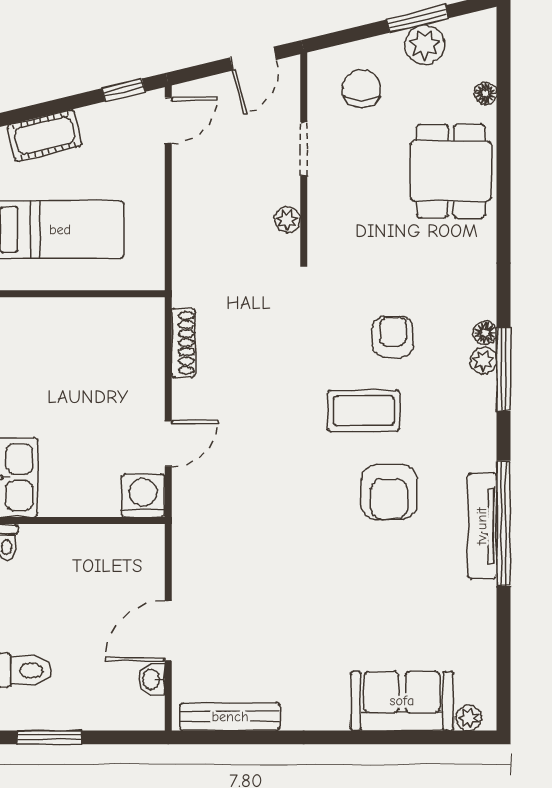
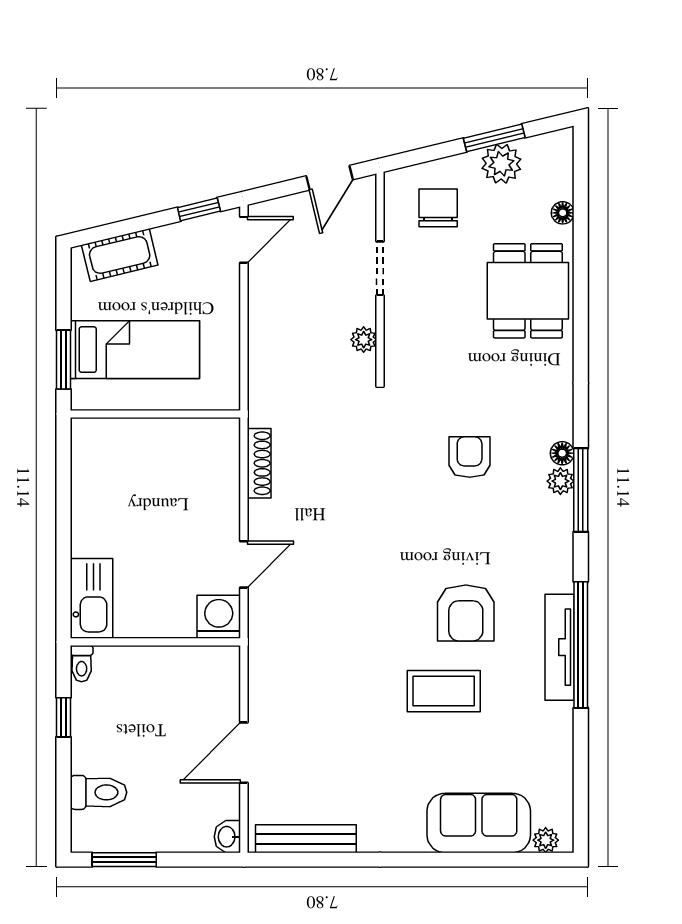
coffee table: (364, 411) -> (444, 691), moved
washbasin: (152, 679) -> (227, 837), moved

